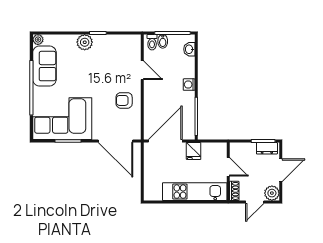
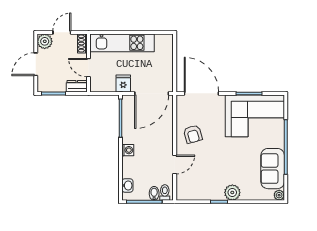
door: (142, 70) -> (175, 164), swing flipped
armchair: (124, 100) -> (193, 134), turned 74
dresser: (267, 148) -> (77, 86), moved

